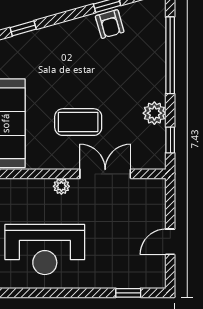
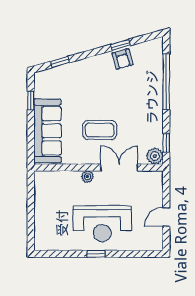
plant: (154, 113) -> (155, 156), moved
reception desk: (45, 250) -> (102, 224), moved
window: (128, 293) -> (96, 254), moved

